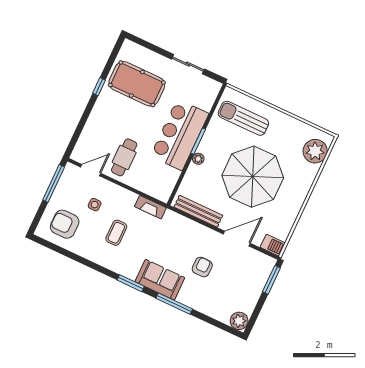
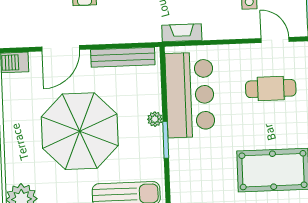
bar counter: (180, 135) -> (190, 95), moved
cafe table: (124, 157) -> (271, 89), moved, turned 90
door: (91, 170) -> (275, 40), swing flipped

